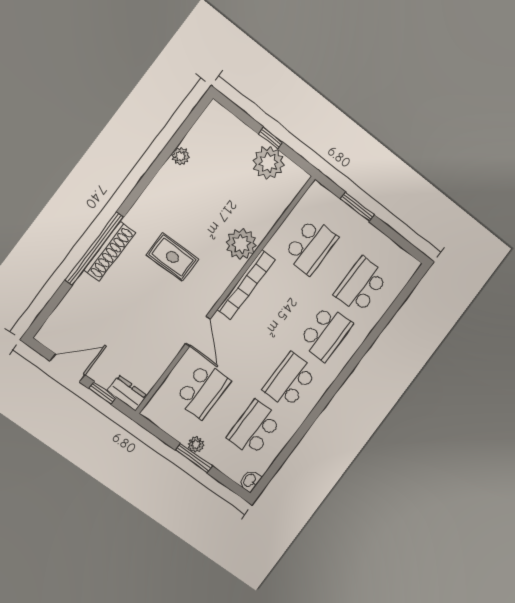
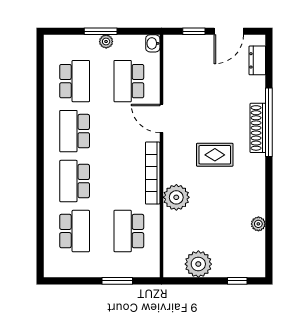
window: (271, 138) -> (237, 281), moved
school desk: (290, 381) -> (75, 131), turned 180
dresser: (127, 393) -> (257, 60), moved, turned 90
washbasin: (250, 480) -> (153, 43), moved, turned 180

